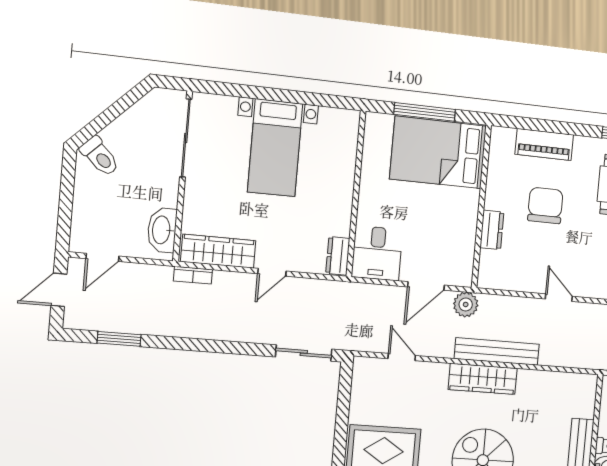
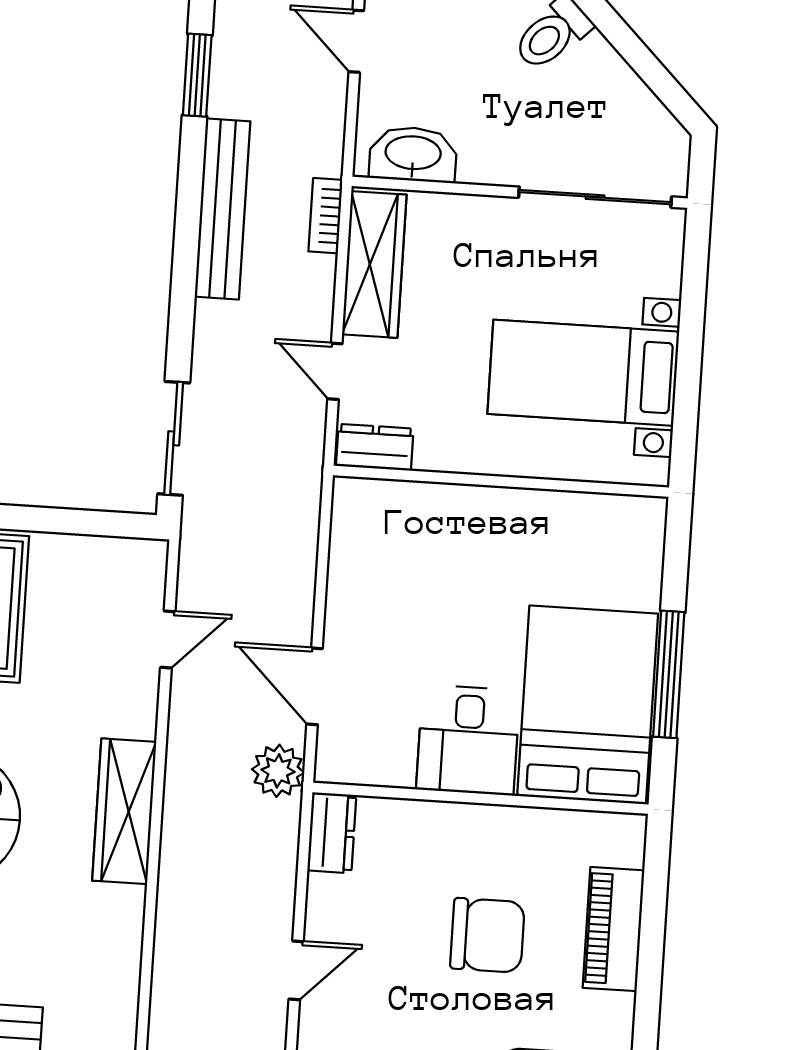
wall: (356, 194) -> (501, 481), moved
dresser: (492, 230) -> (332, 833), moved, turned -90
desk: (377, 253) -> (468, 740), moved, turned -90
dresser: (338, 256) -> (375, 447), moved
bench: (497, 351) -> (223, 209), moved

